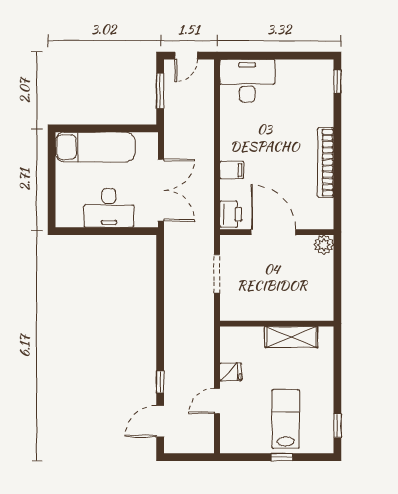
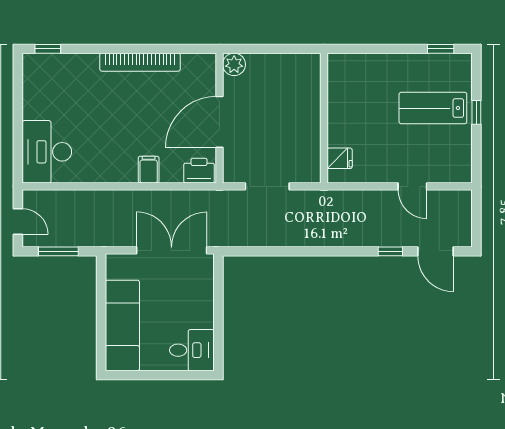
desk: (109, 208) -> (192, 350), moved, width x0.73
shelving: (291, 337) -> (339, 101), removed
fridge: (231, 372) -> (340, 158), moved, turned 90

